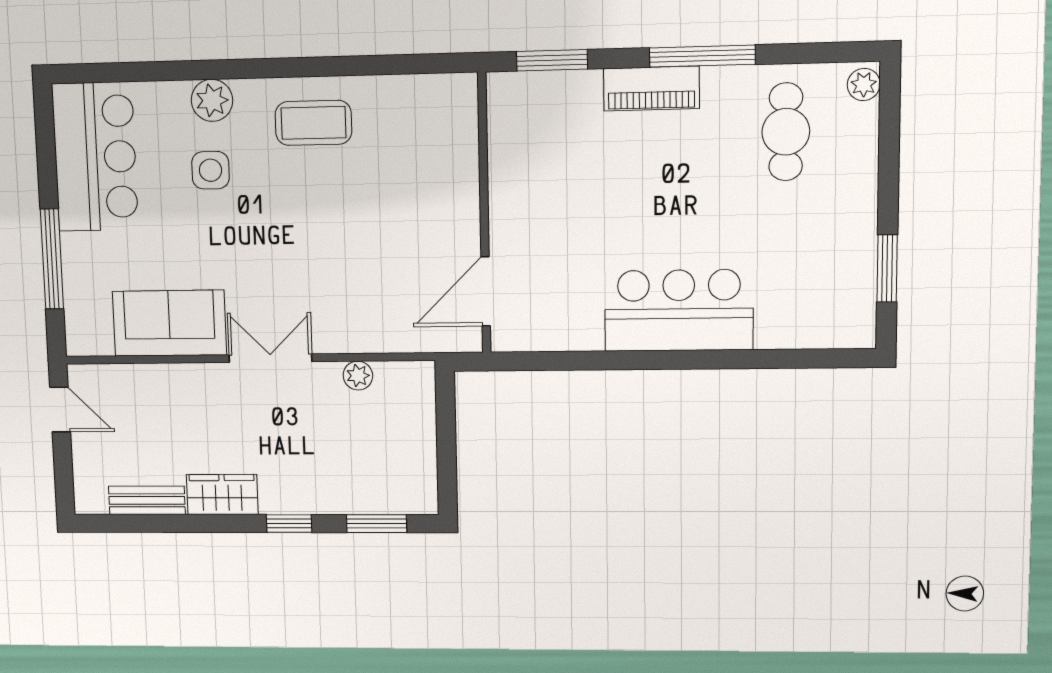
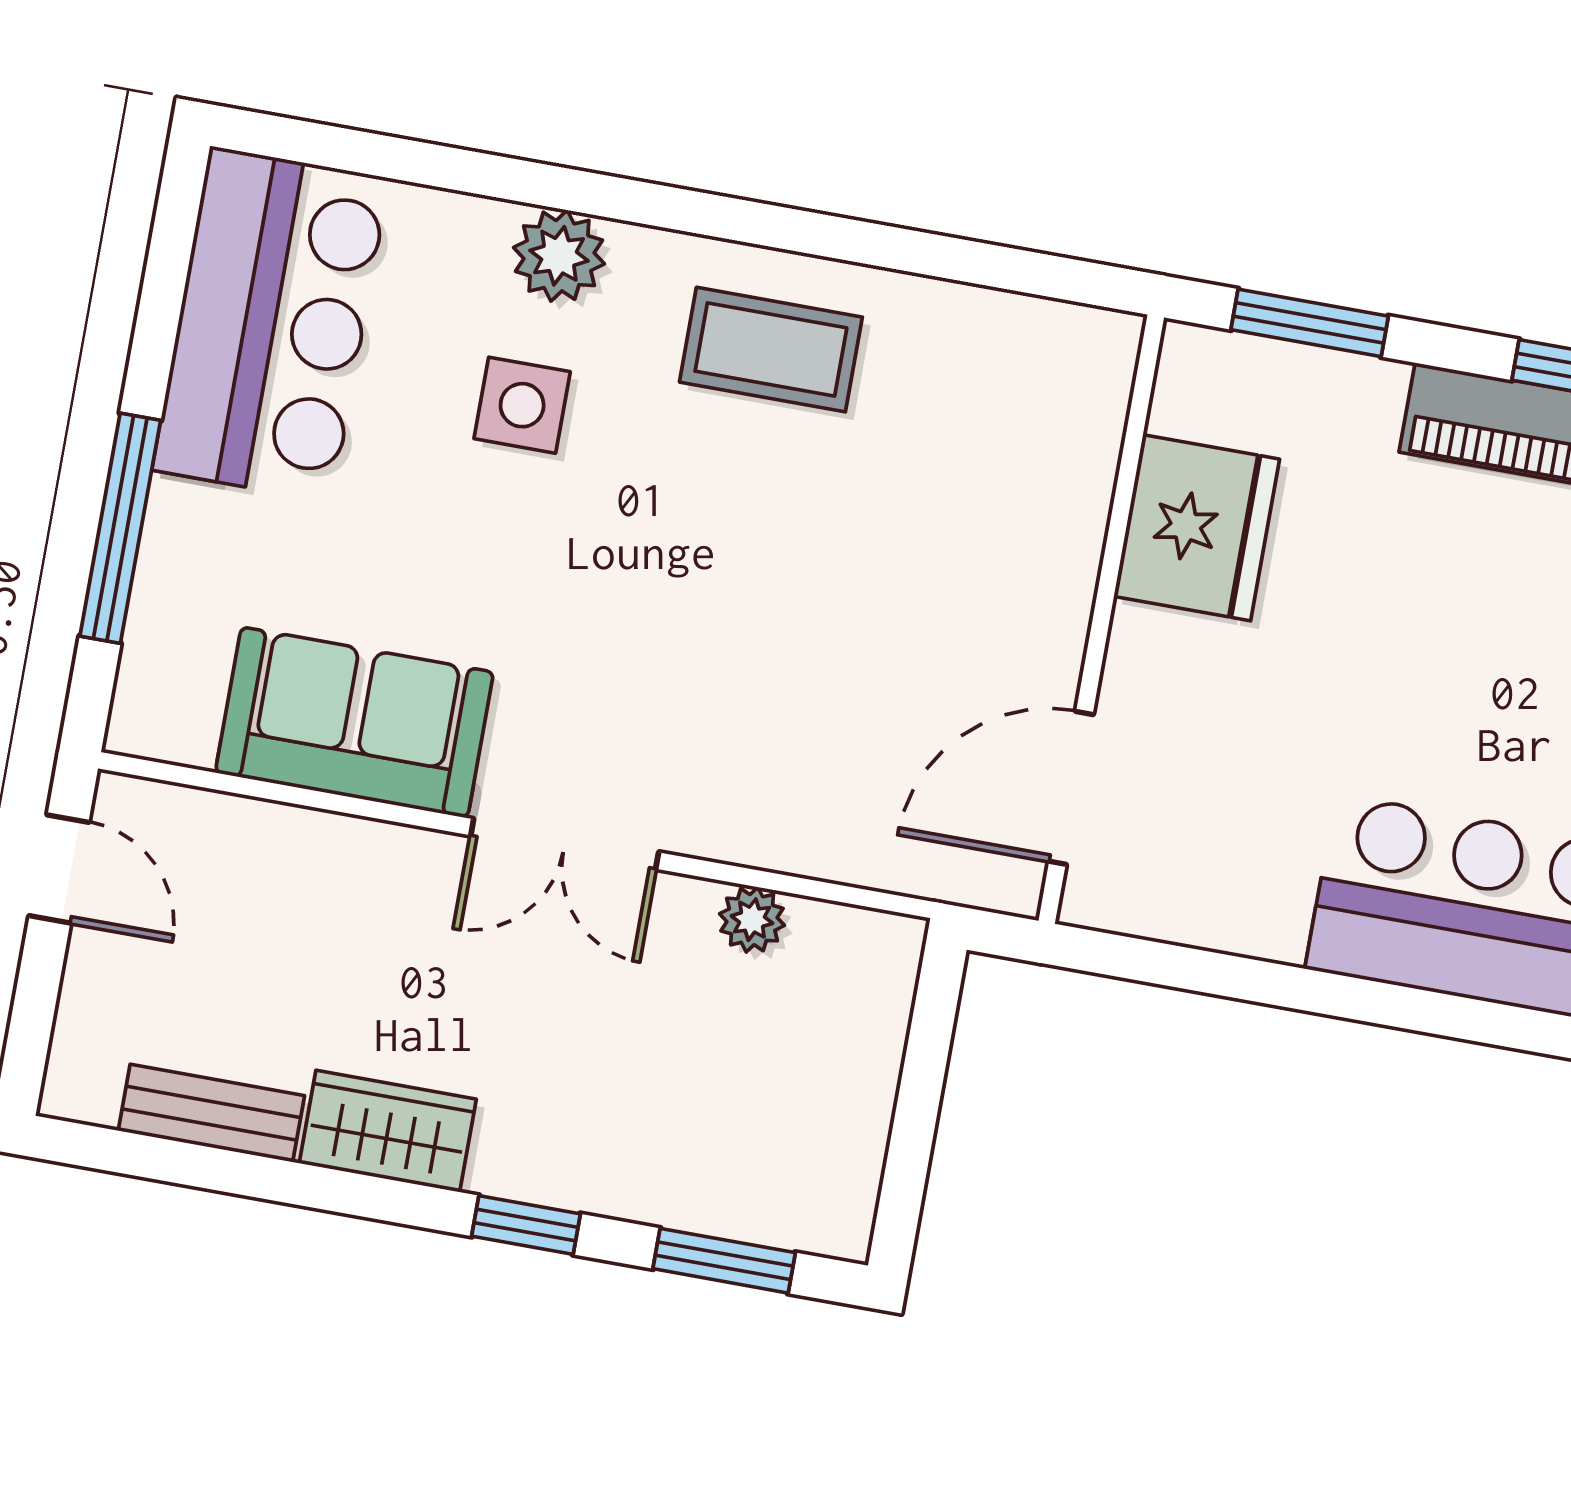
fridge: (519, 164) -> (1197, 528), added
double door: (270, 358) -> (565, 844), swing flipped

